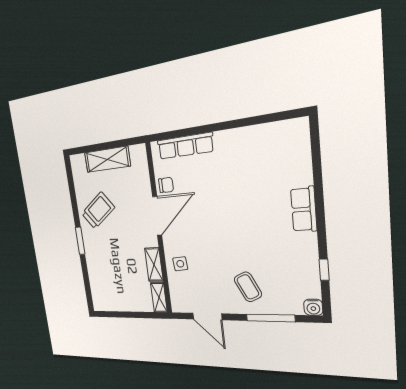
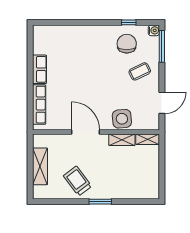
chair: (166, 185) -> (127, 44), moved, width x1.87, depth x1.87
row of seats: (304, 209) -> (40, 69), moved, turned -90
side table: (180, 264) -> (122, 119), width x1.87, depth x1.87
window: (270, 318) -> (162, 46), moved

